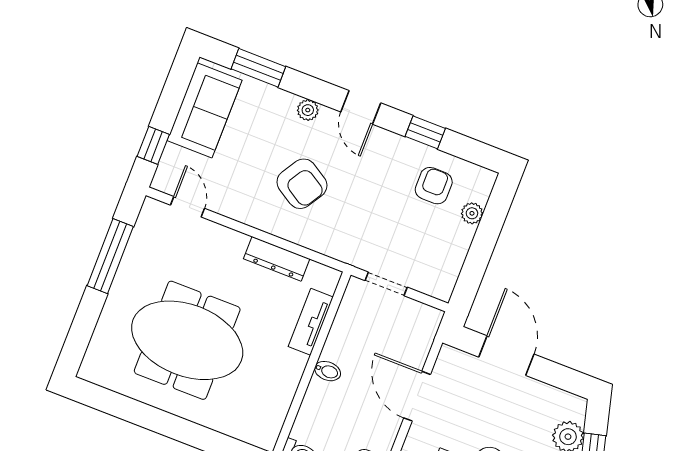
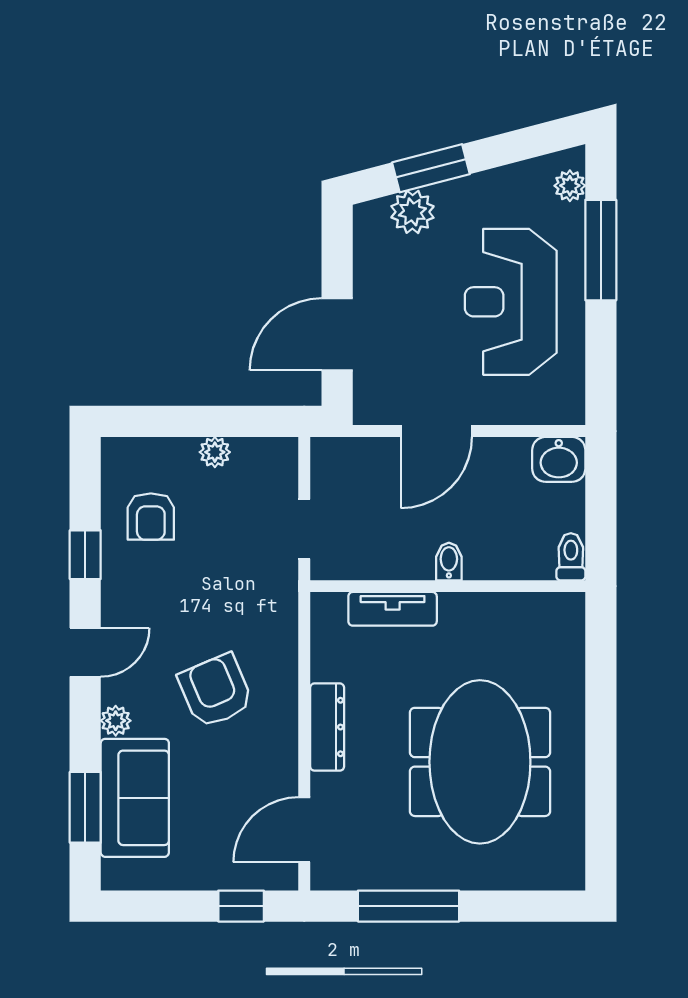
sofa: (204, 110) -> (135, 798), moved, turned 90
armchair: (302, 184) -> (216, 691), turned -55
armchair: (434, 186) -> (151, 517), turned -90
door: (187, 207) -> (304, 830), width x1.38
plant: (472, 213) -> (215, 452), moved
dresser: (277, 259) -> (327, 727), moved

